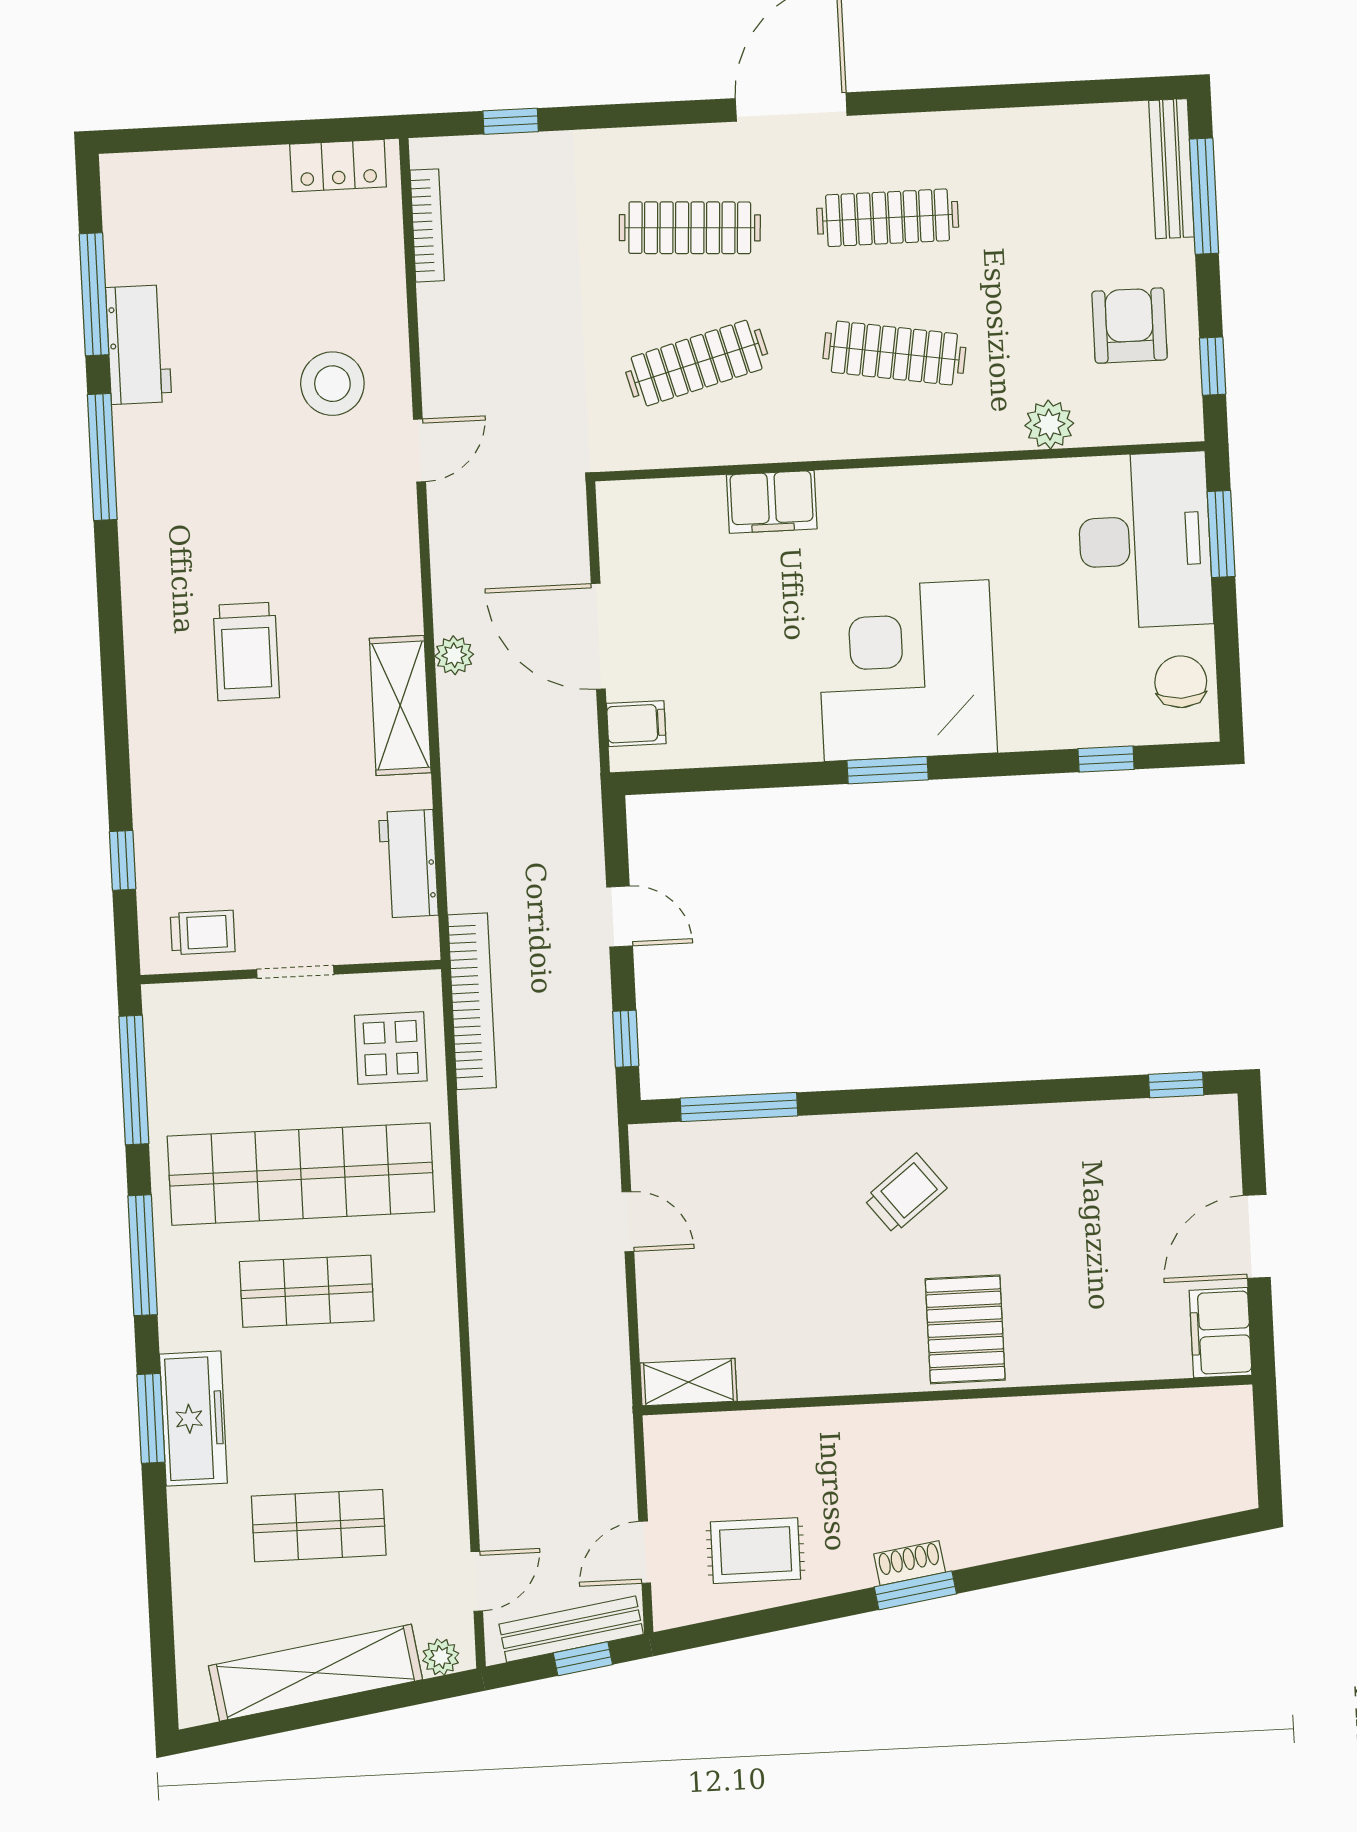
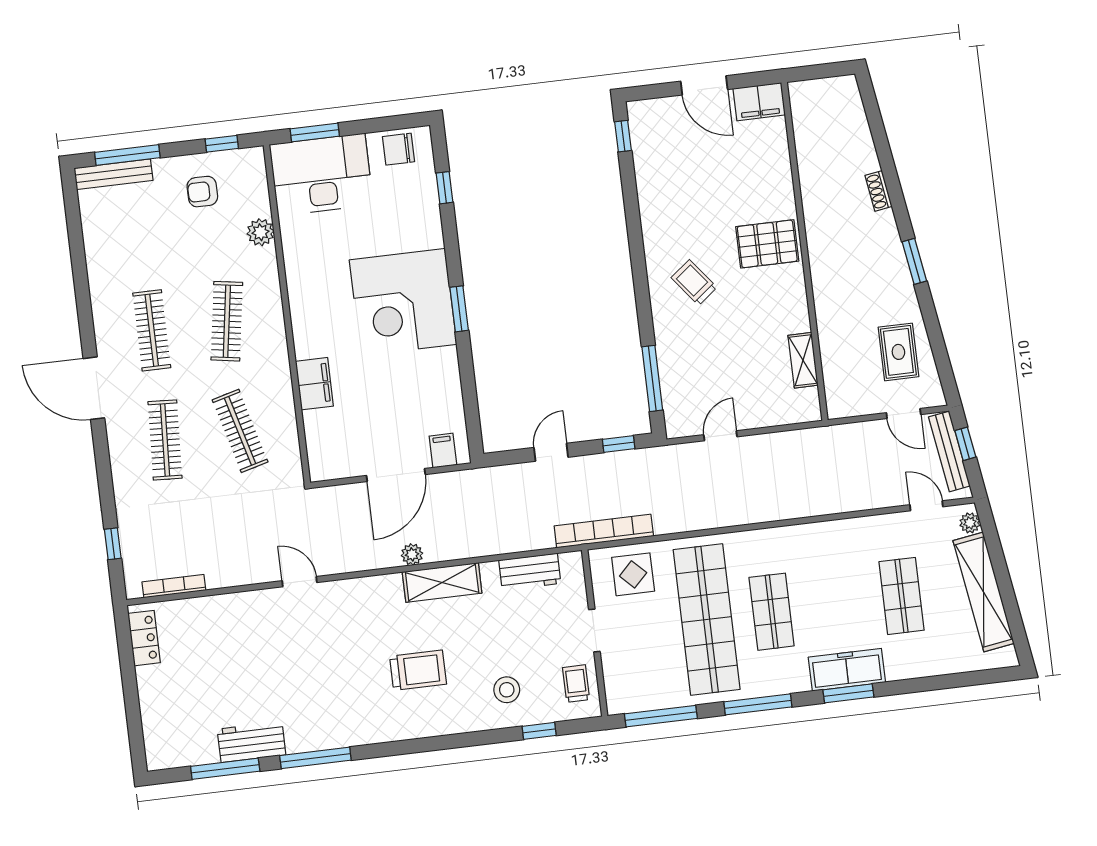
armchair: (1129, 326) -> (202, 192), width x0.72, depth x0.72
stool: (332, 384) -> (507, 690), moved, width x0.73, depth x0.73
shelving: (688, 1382) -> (803, 360), moved
shoe rack: (910, 1563) -> (879, 191), moved

